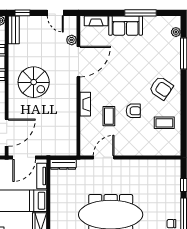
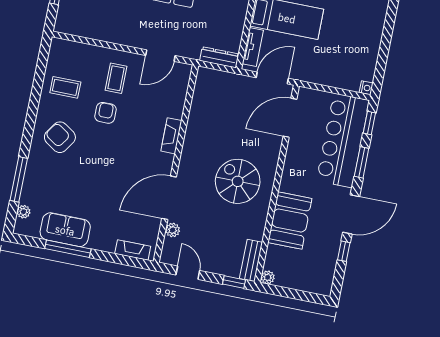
sofa: (126, 26) -> (65, 230), moved
armchair: (133, 111) -> (106, 113), turned 90
coffee table: (109, 116) -> (116, 78), moved

